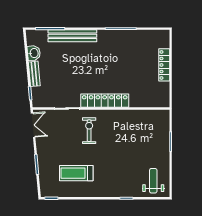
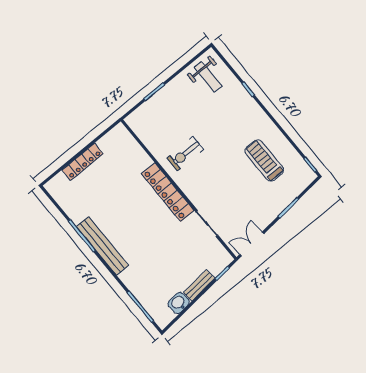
bench: (72, 36) -> (102, 246), moved
exercise bike: (89, 131) -> (185, 154), moved
treadmill: (76, 173) -> (264, 160), turned 180
weight bench: (153, 181) -> (208, 77), turned -90

